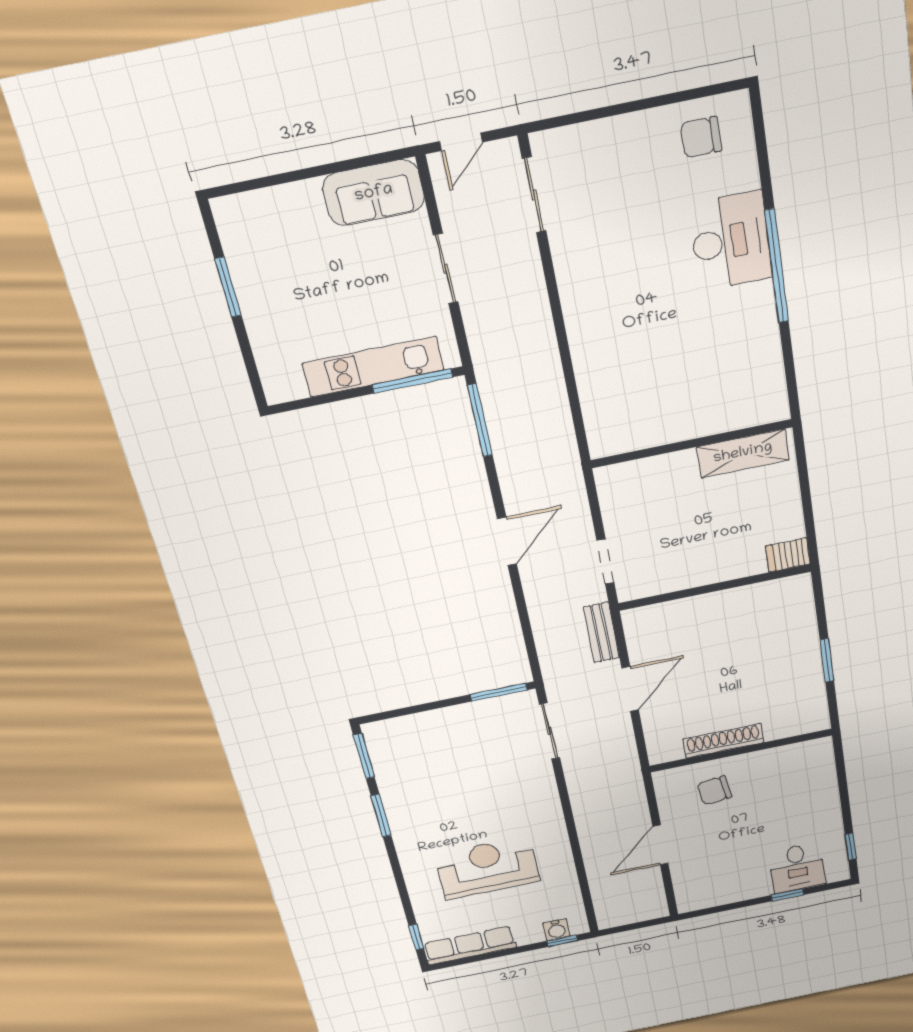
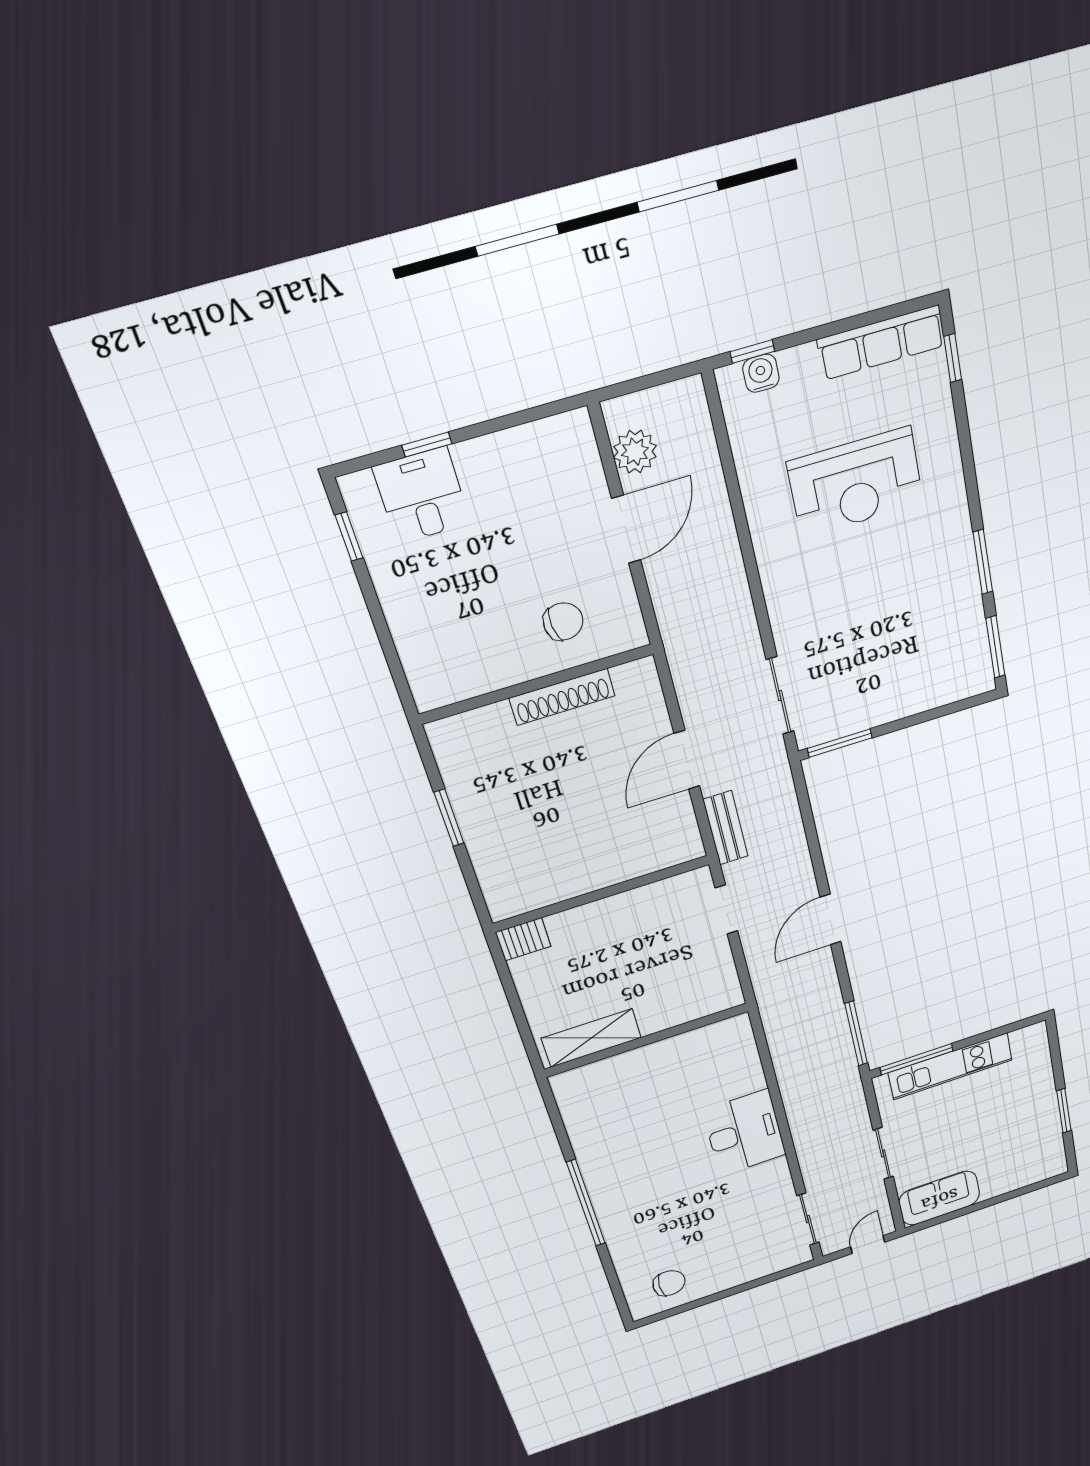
desk: (731, 241) -> (744, 1133), moved, turned 180
plant: (649, 889) -> (635, 452), added

